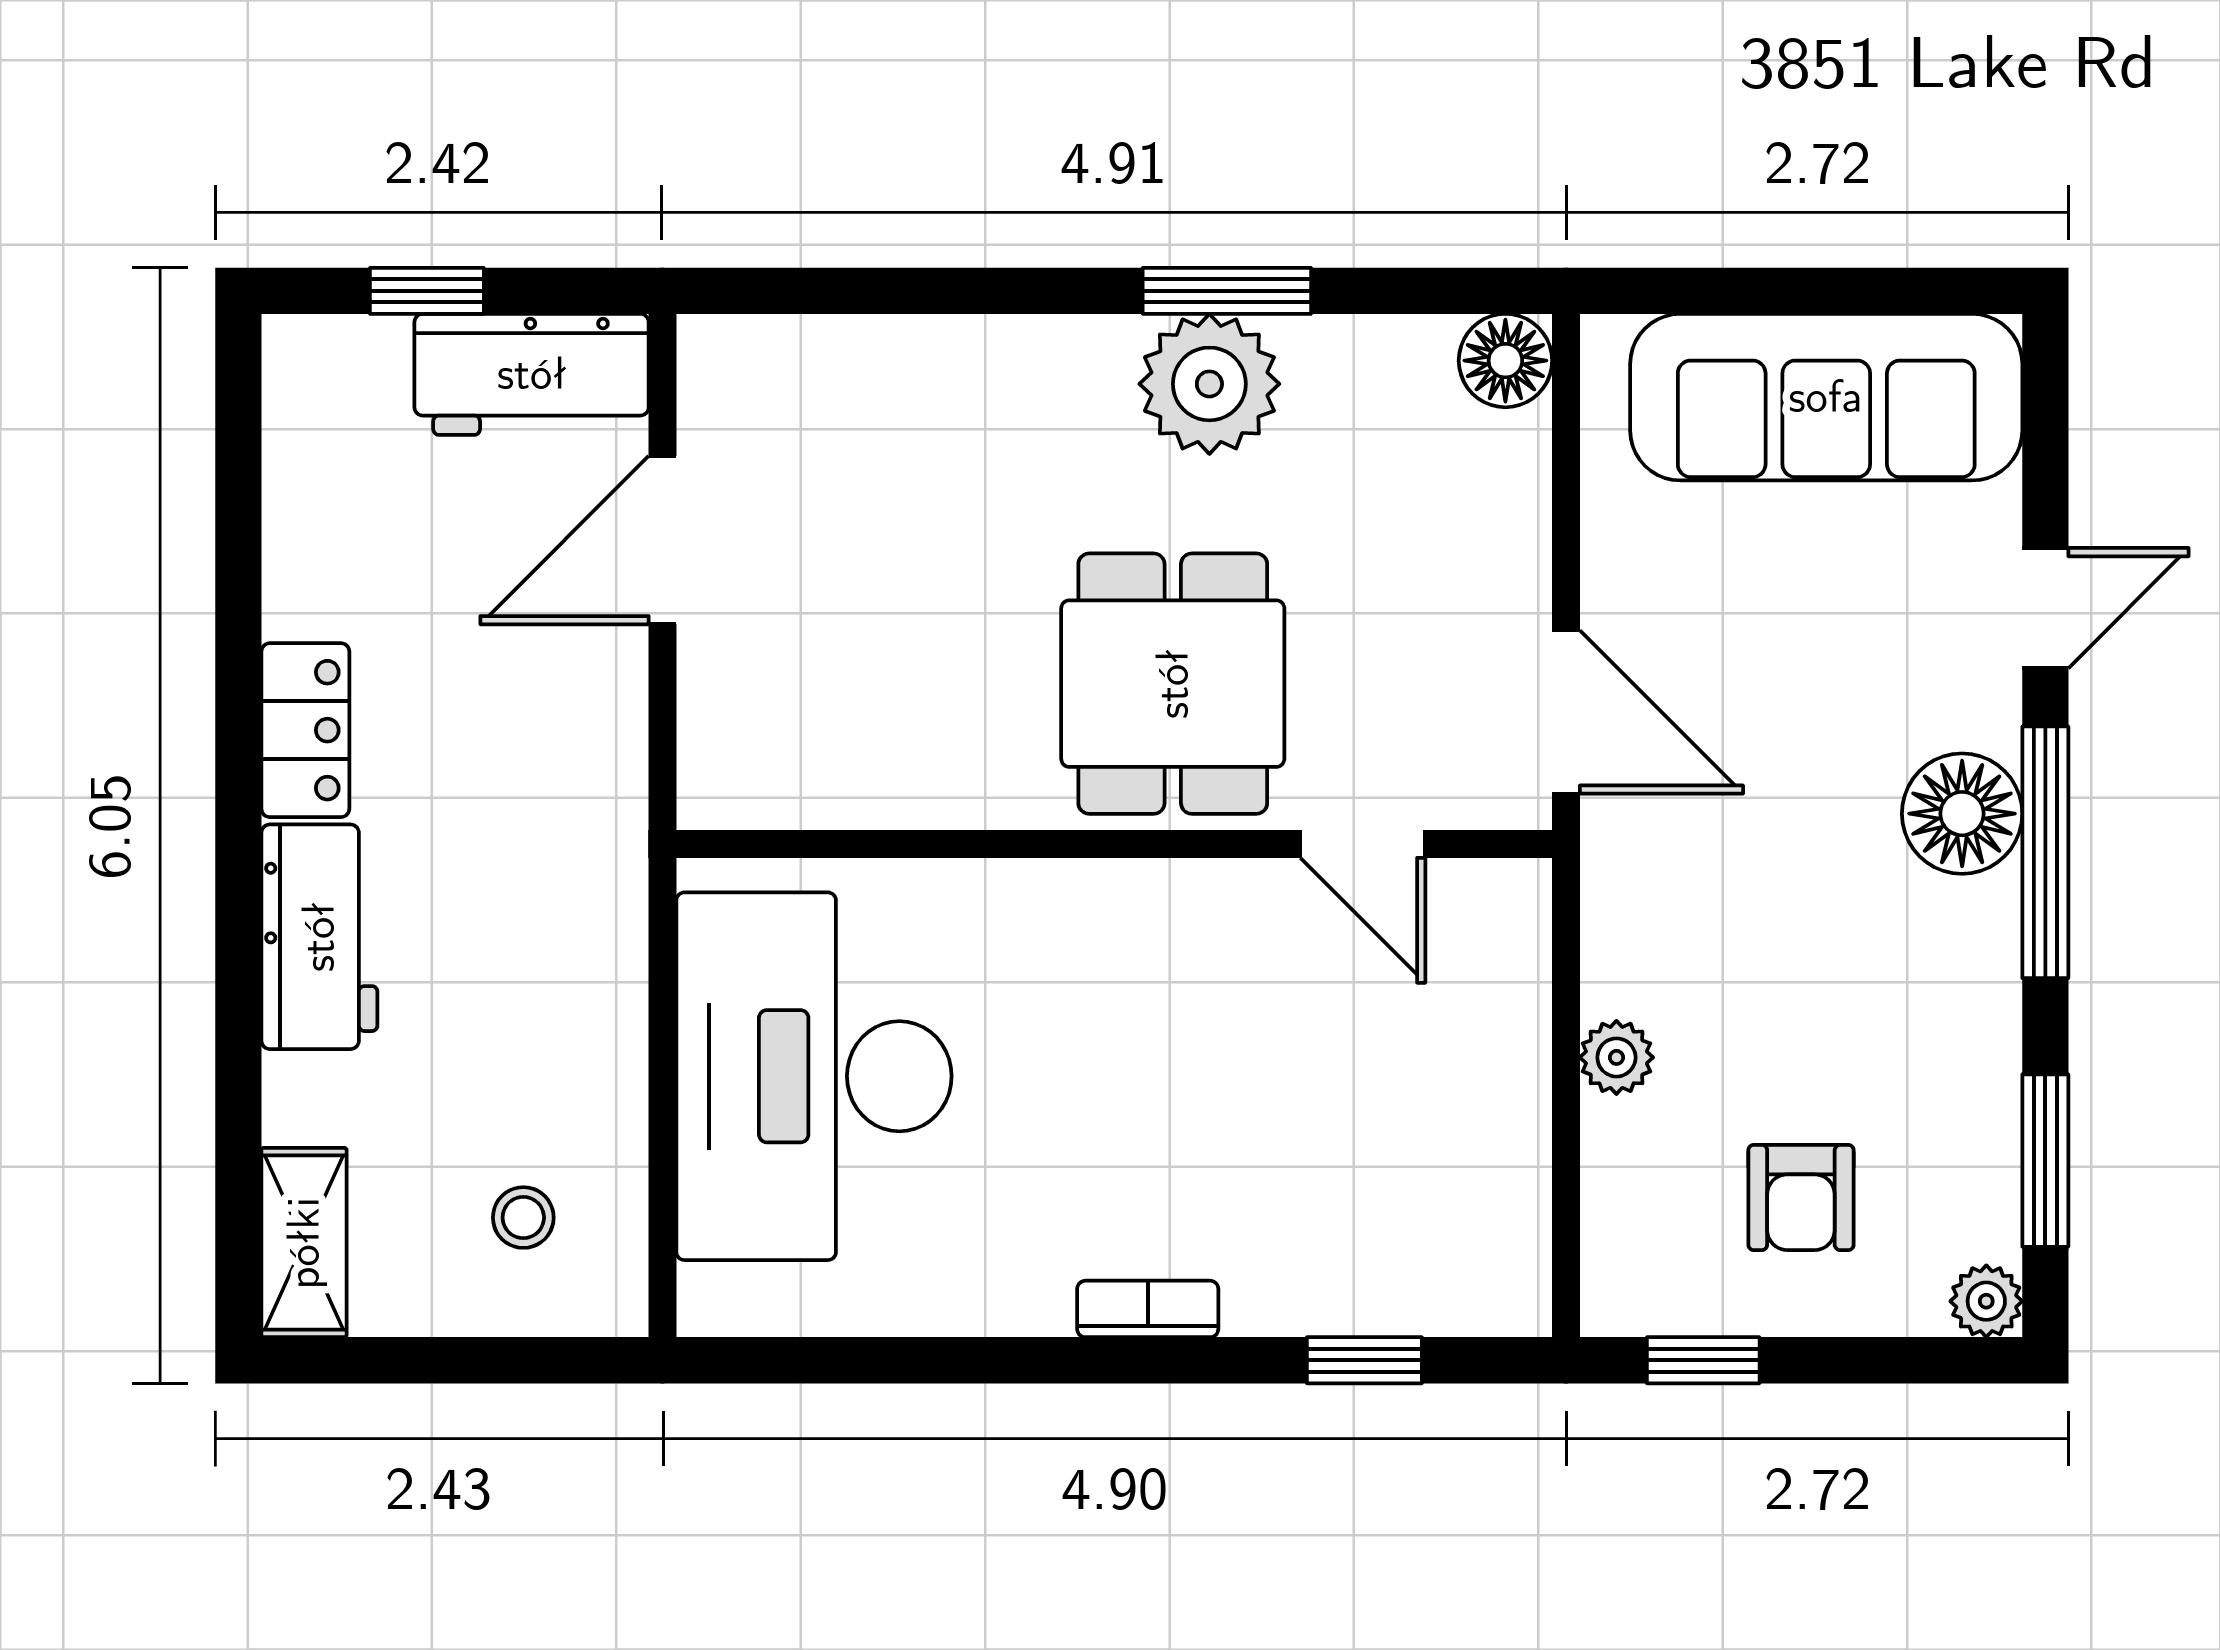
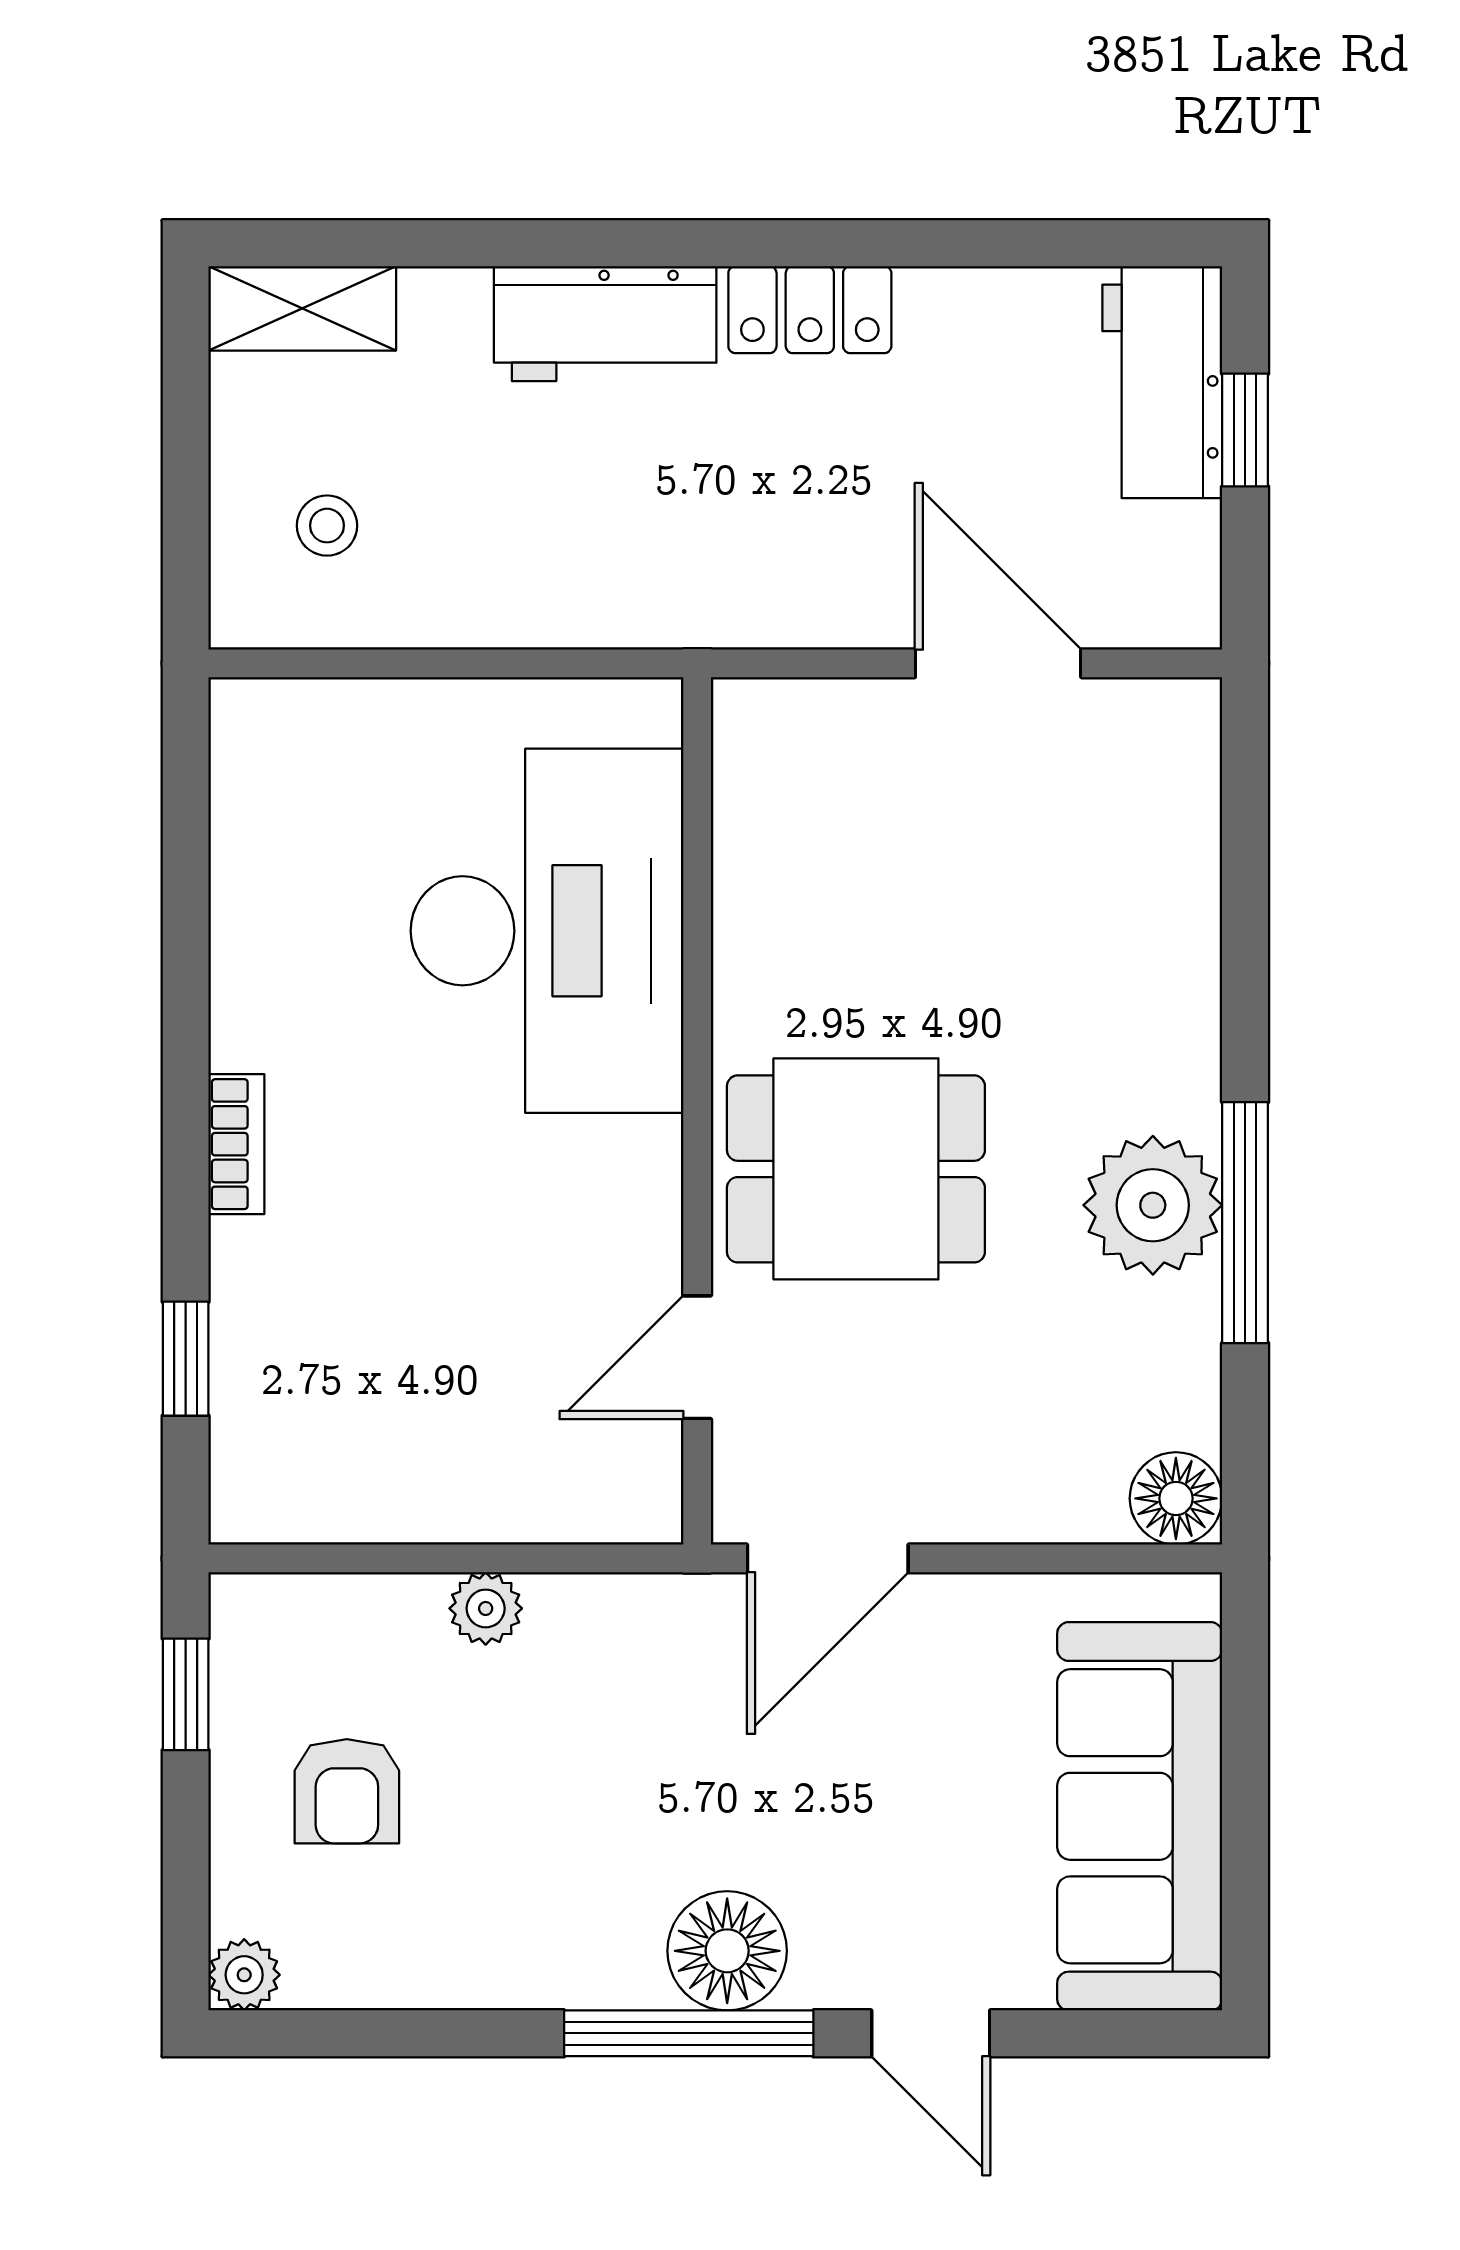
window: (1227, 291) -> (1245, 1223), width x1.44
workbench: (532, 374) -> (1162, 382), moved
desk: (814, 1076) -> (547, 931), moved, turned 90
window: (2045, 1161) -> (383, 2033), removed
armchair: (1801, 1197) -> (347, 1791), turned -90

